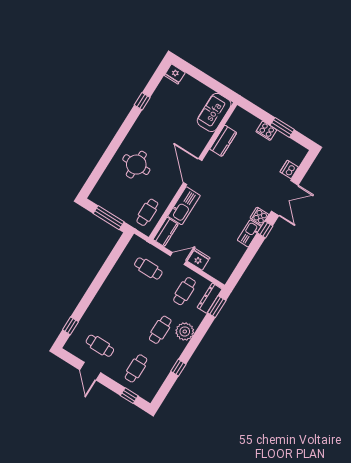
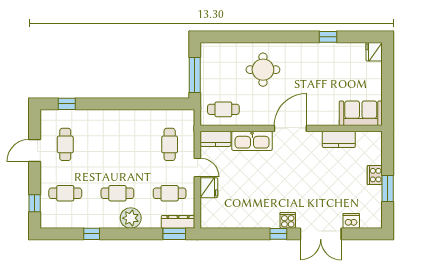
kitchen sink: (249, 233) -> (265, 221), removed

